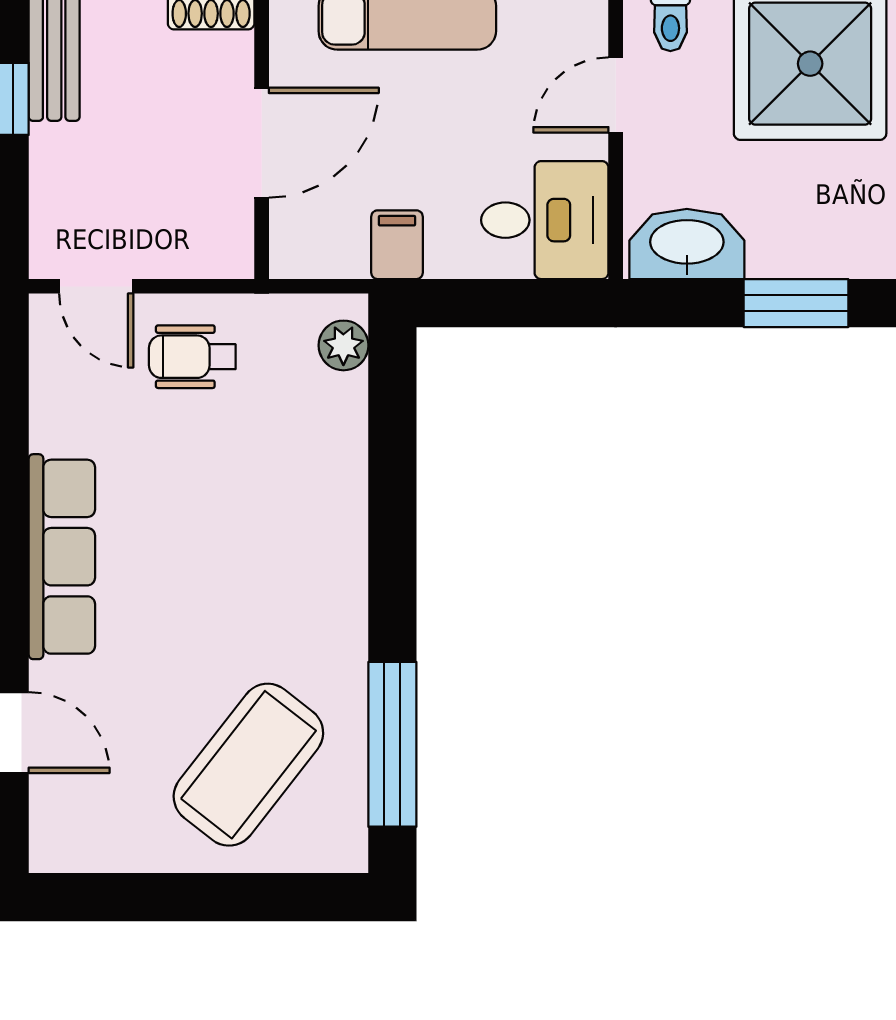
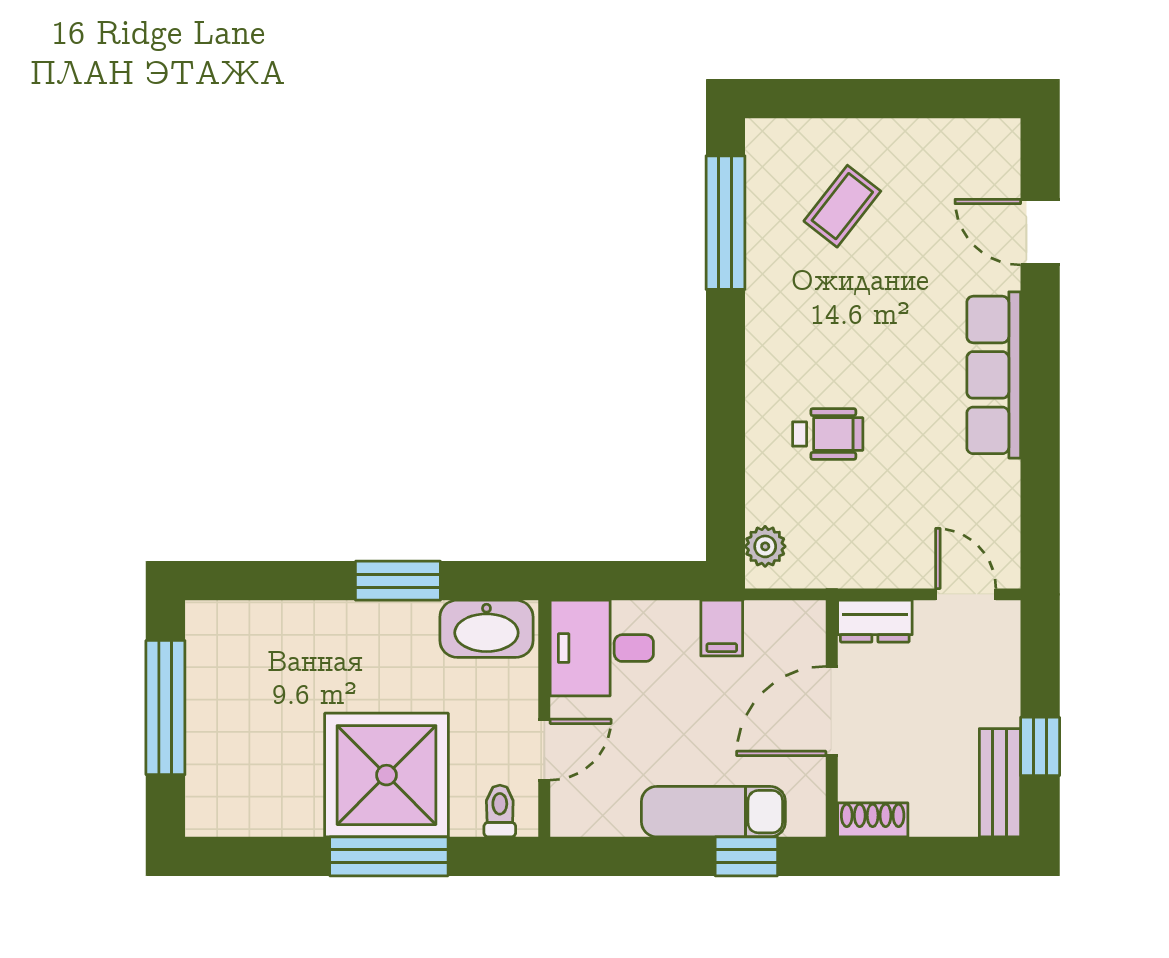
dresser: (208, 253) -> (875, 621), added
wheelchair: (192, 357) -> (828, 434), moved
coffee table: (248, 765) -> (842, 206), width x0.54, depth x0.58

